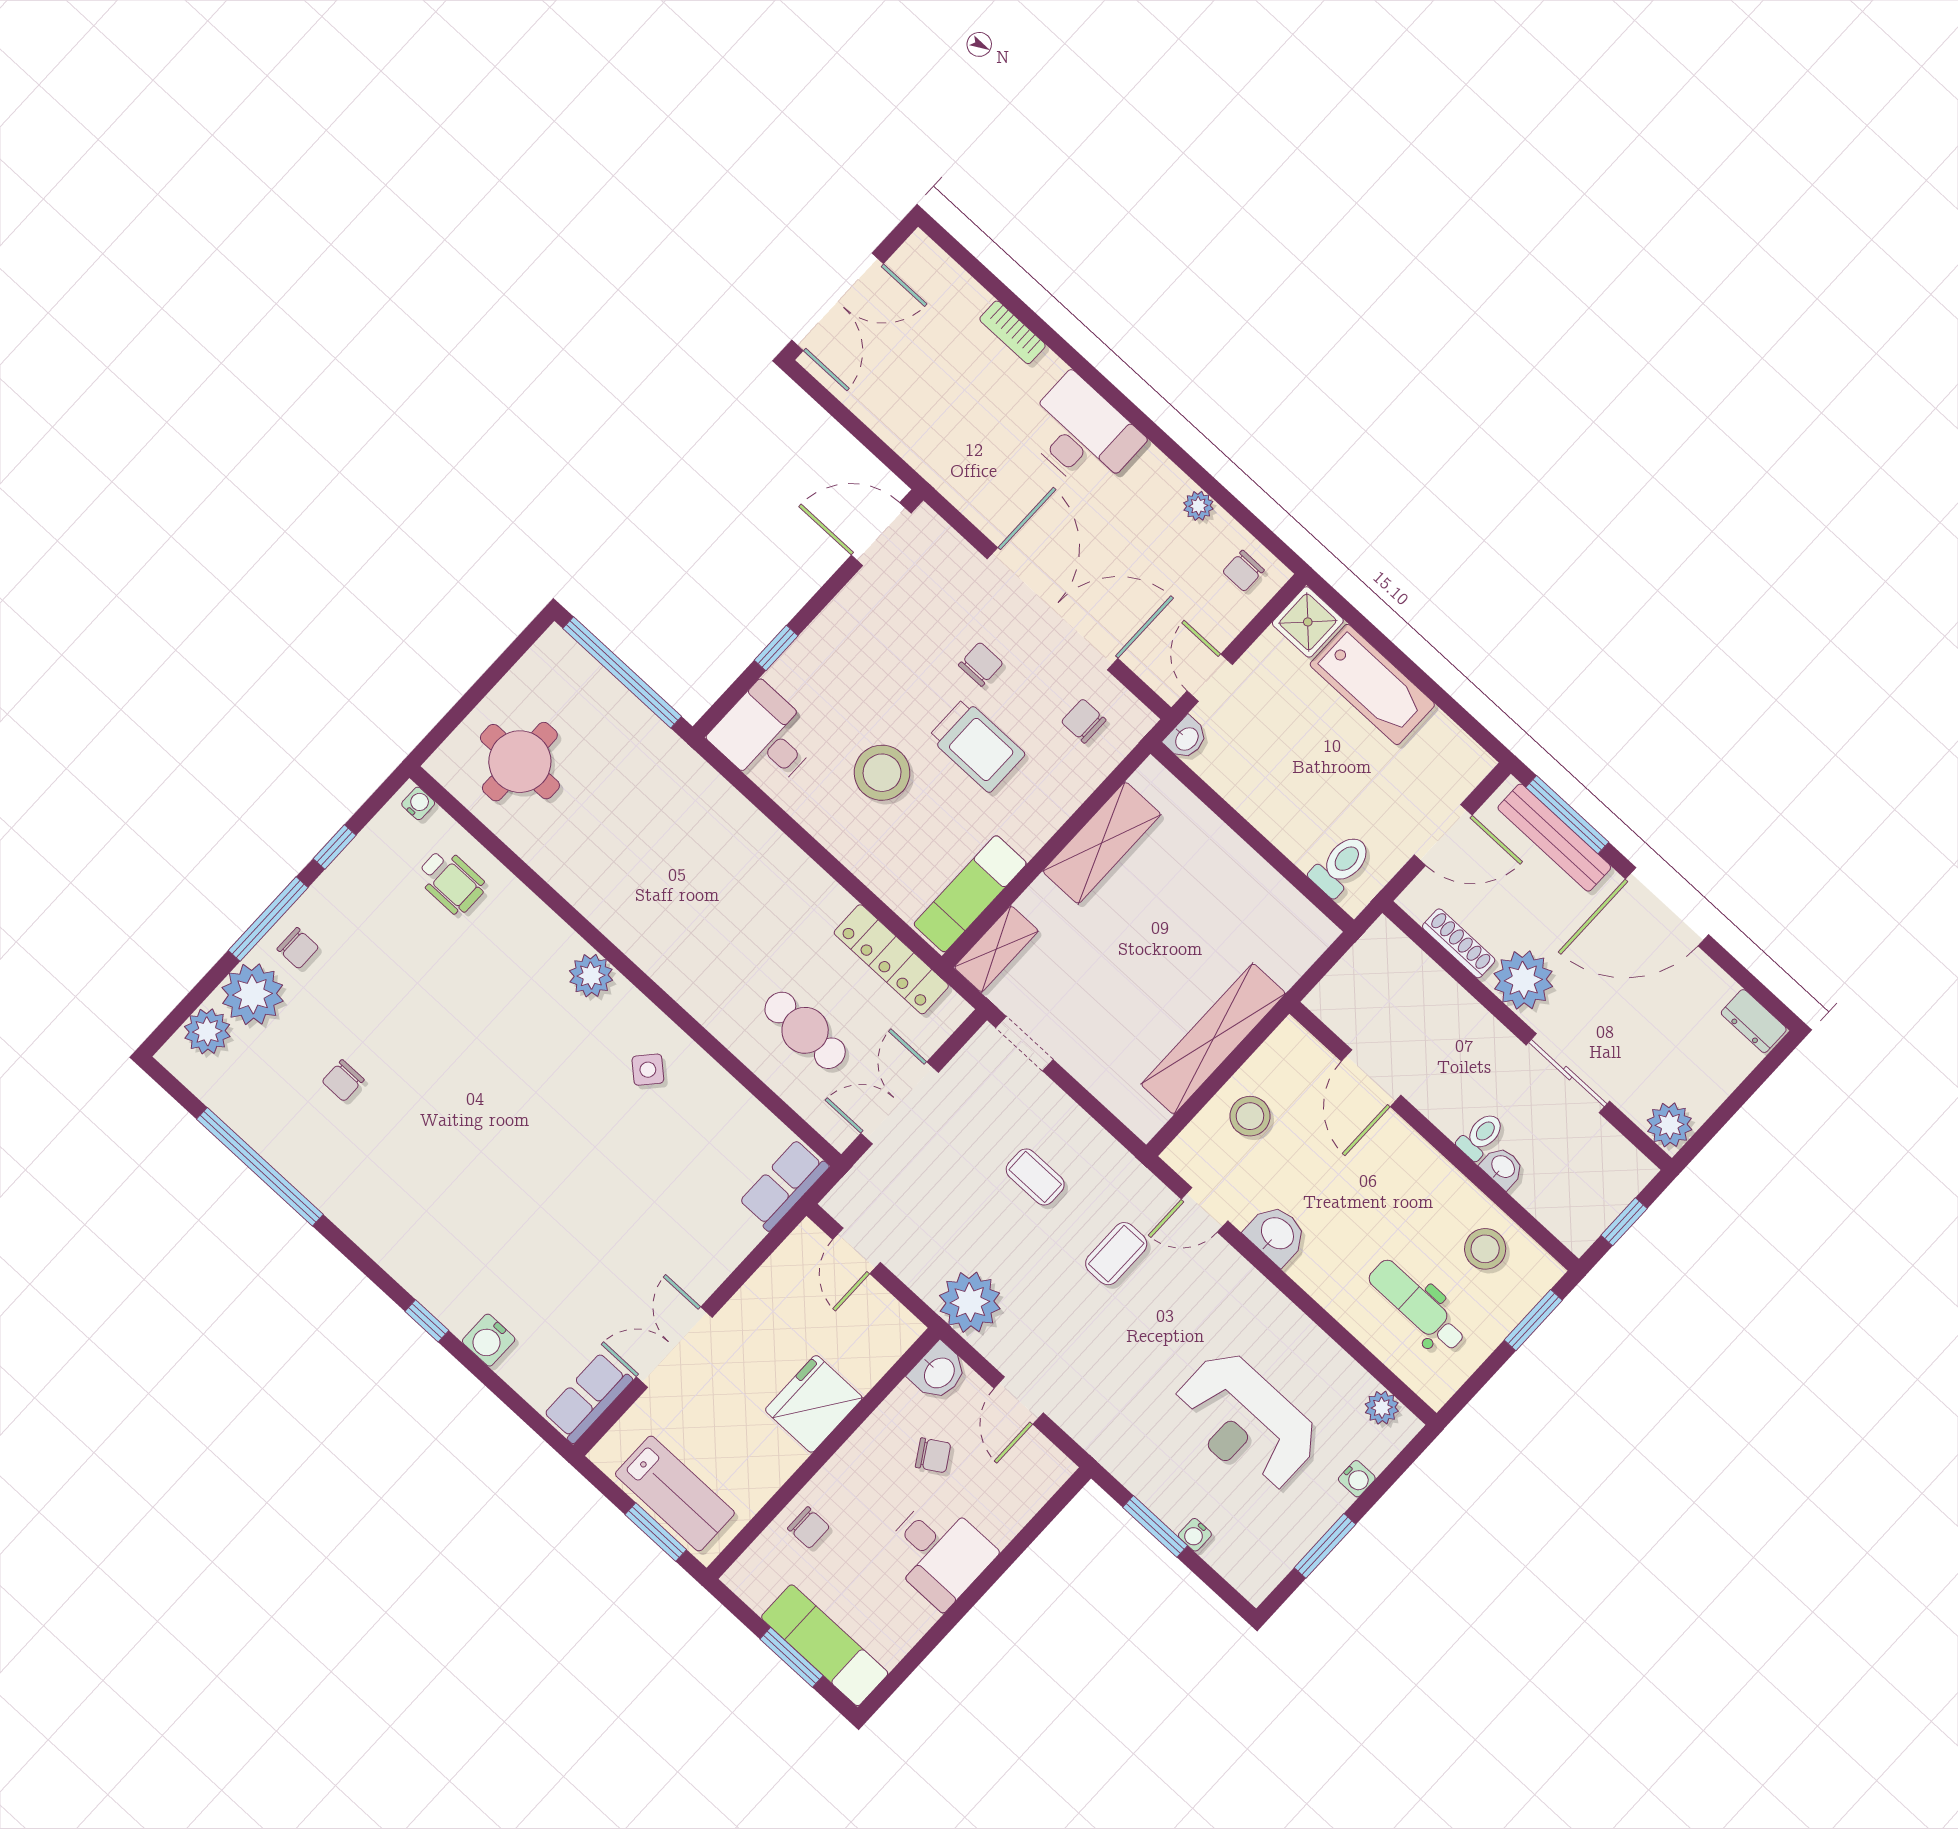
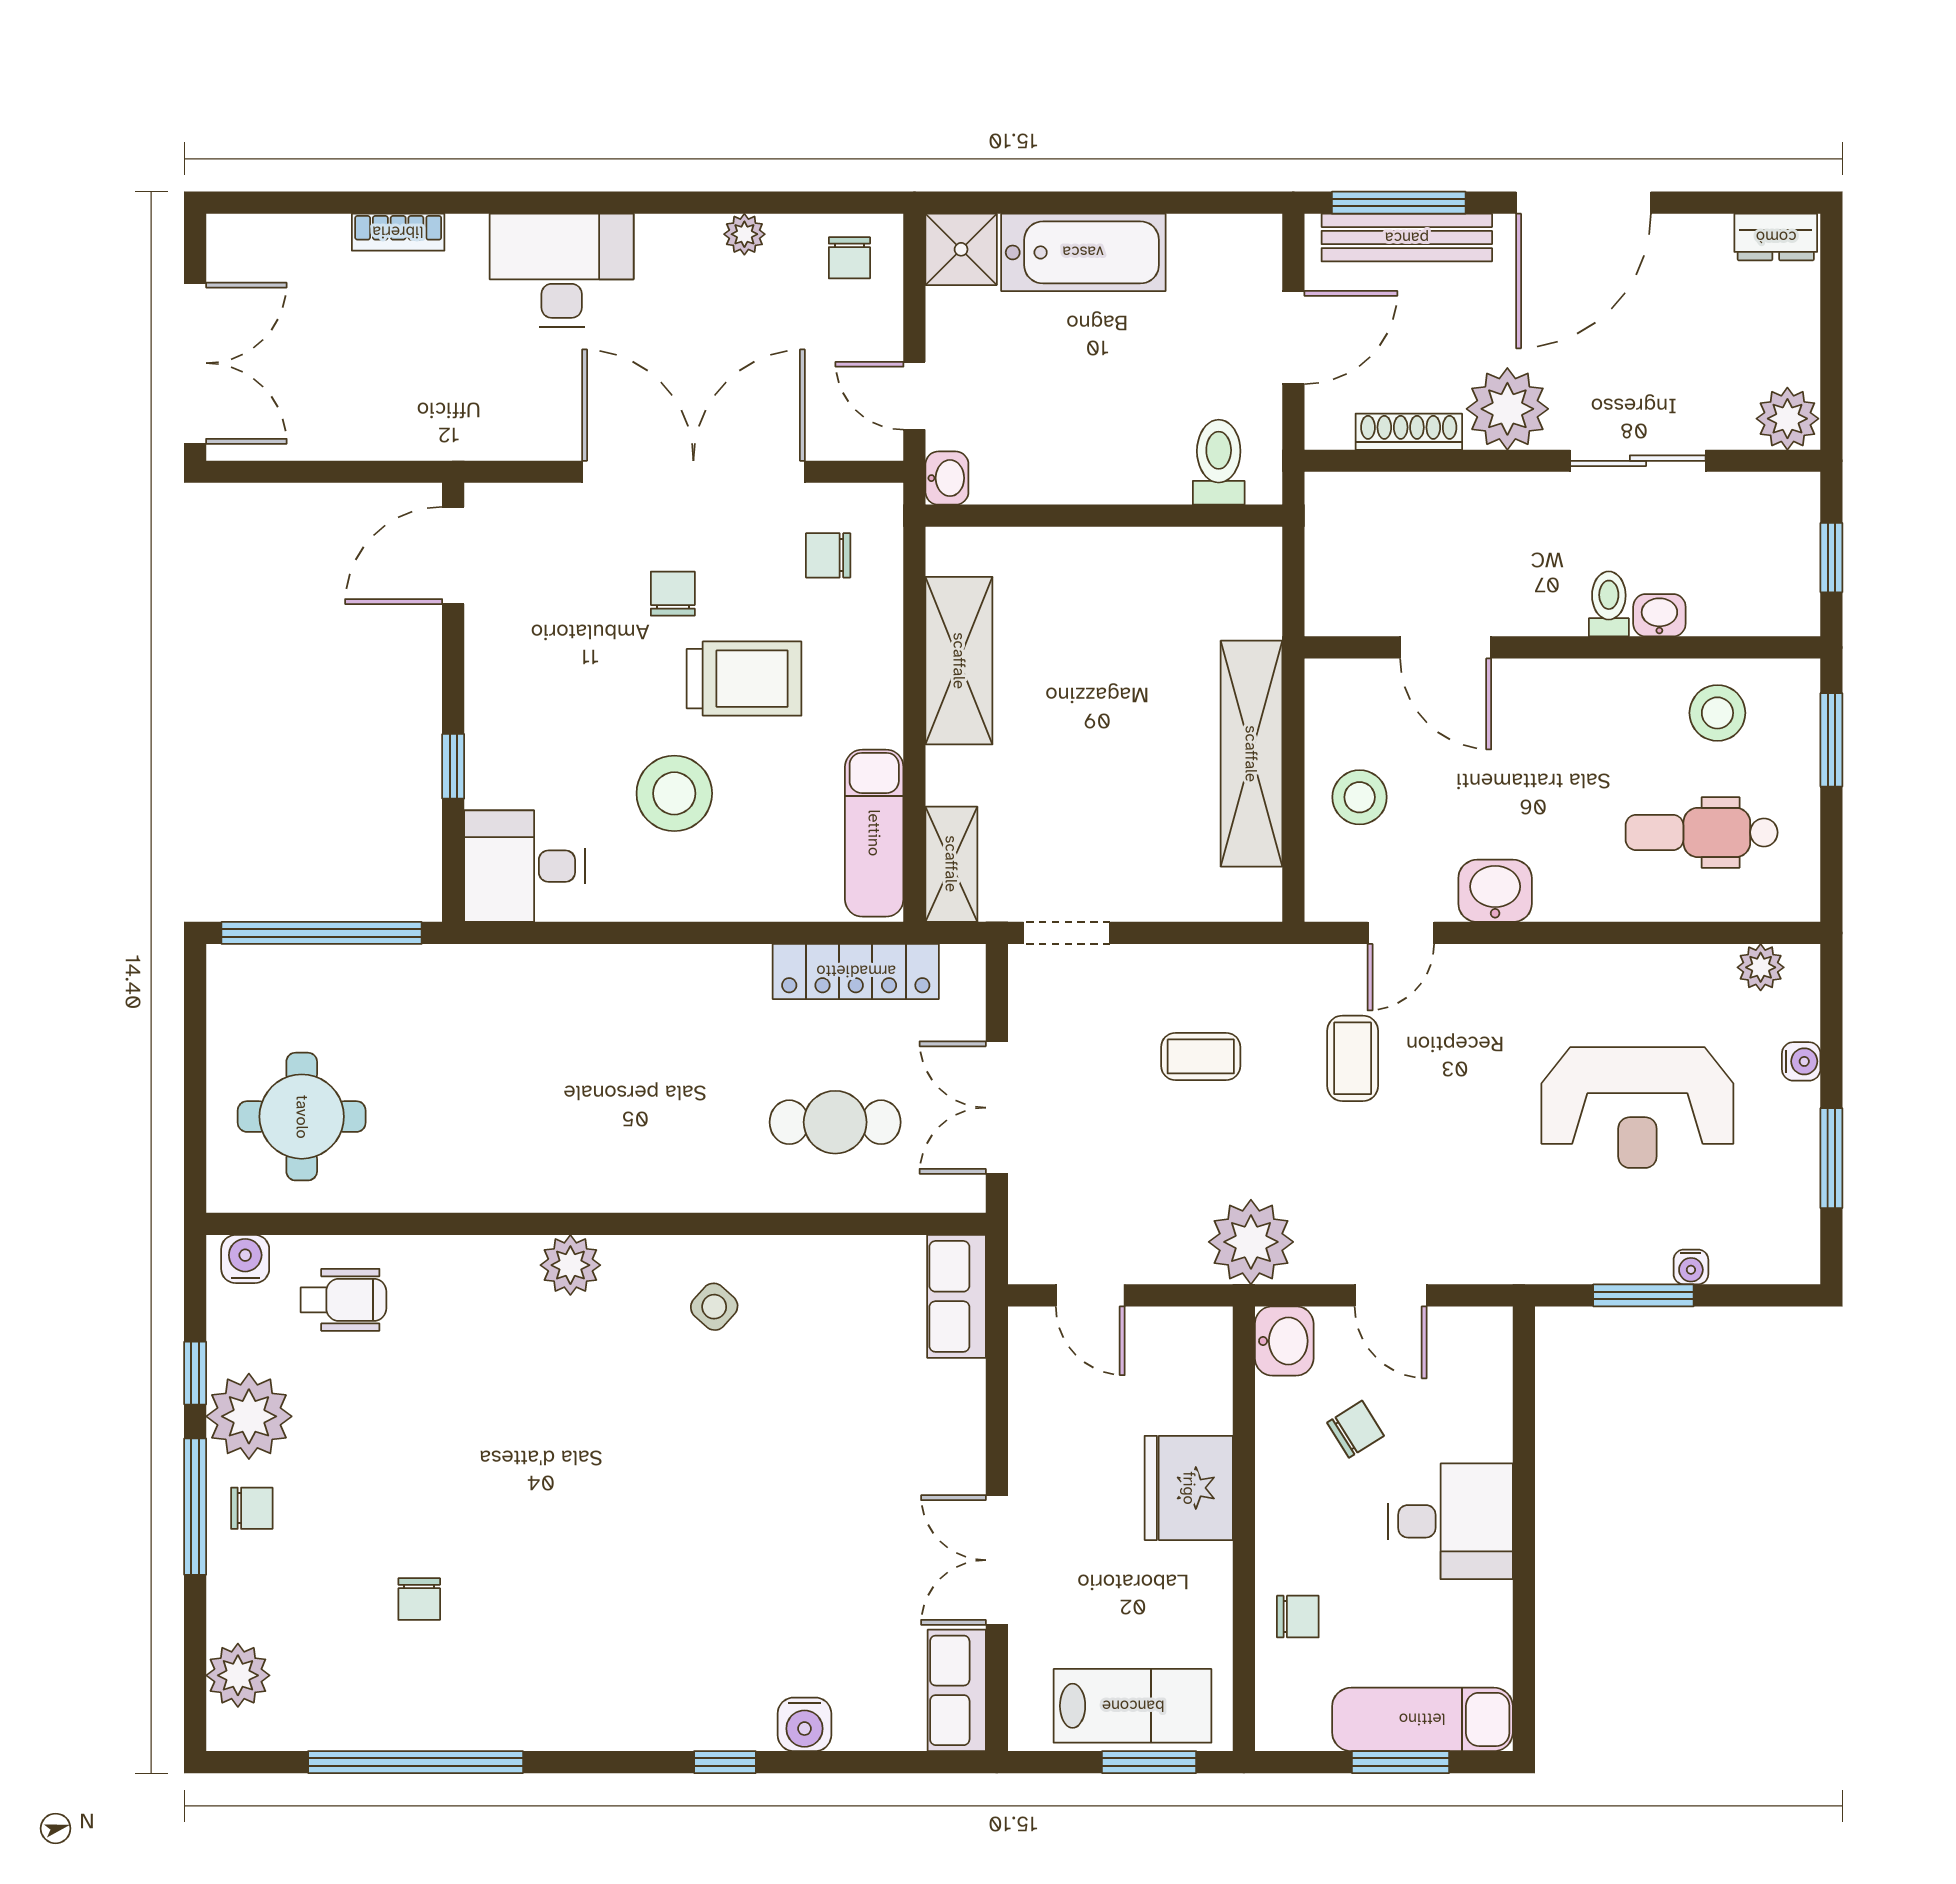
water cooler: (418, 803) -> (245, 1259), width x1.38, depth x1.38
plant: (253, 994) -> (249, 1416), moved

